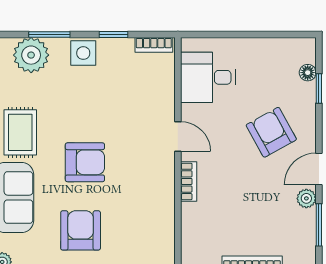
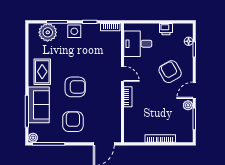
printer: (264, 49) -> (166, 29), added

